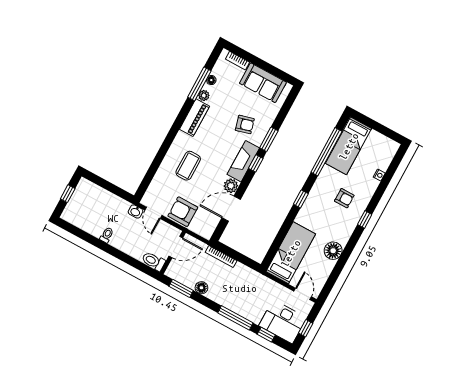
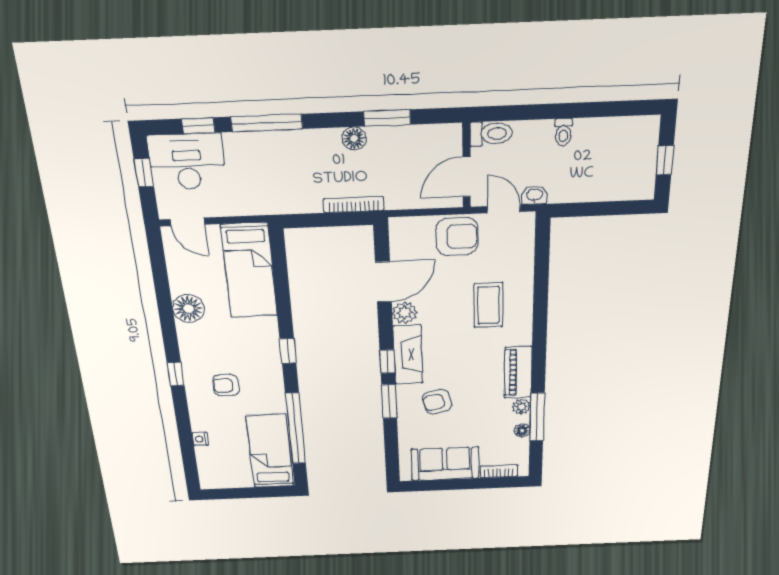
door: (176, 247) -> (467, 177), moved
wall: (173, 252) -> (466, 166), moved
toilet: (153, 261) -> (491, 134), moved

